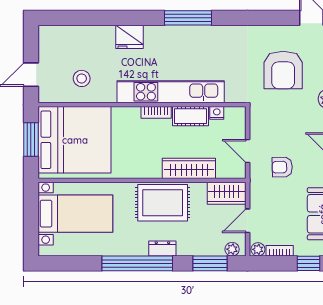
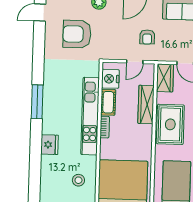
armchair: (283, 70) -> (77, 34), turned 180
nightstand: (217, 113) -> (110, 79), width x1.89, depth x1.79

